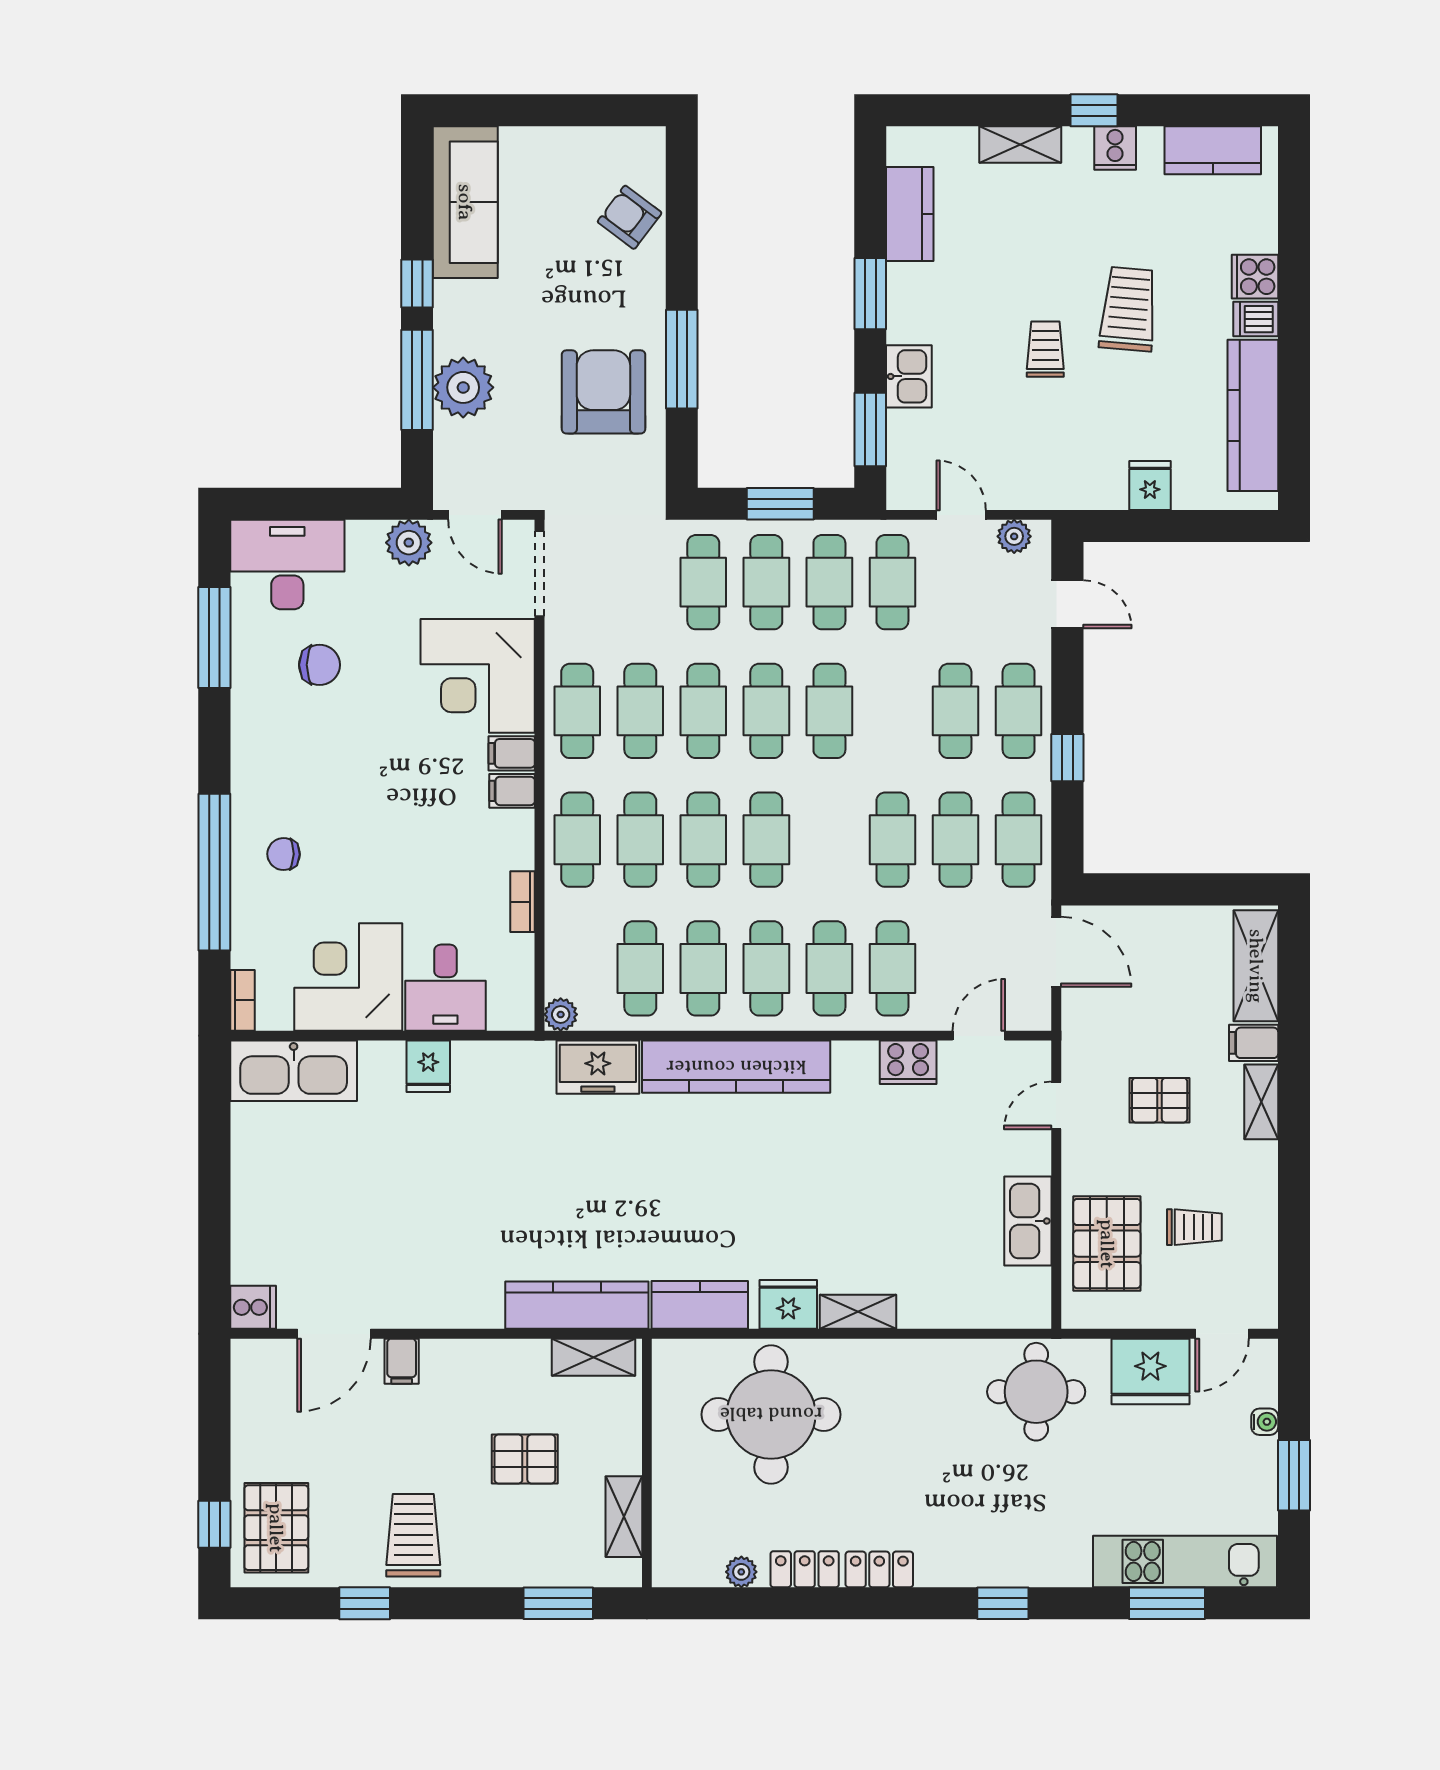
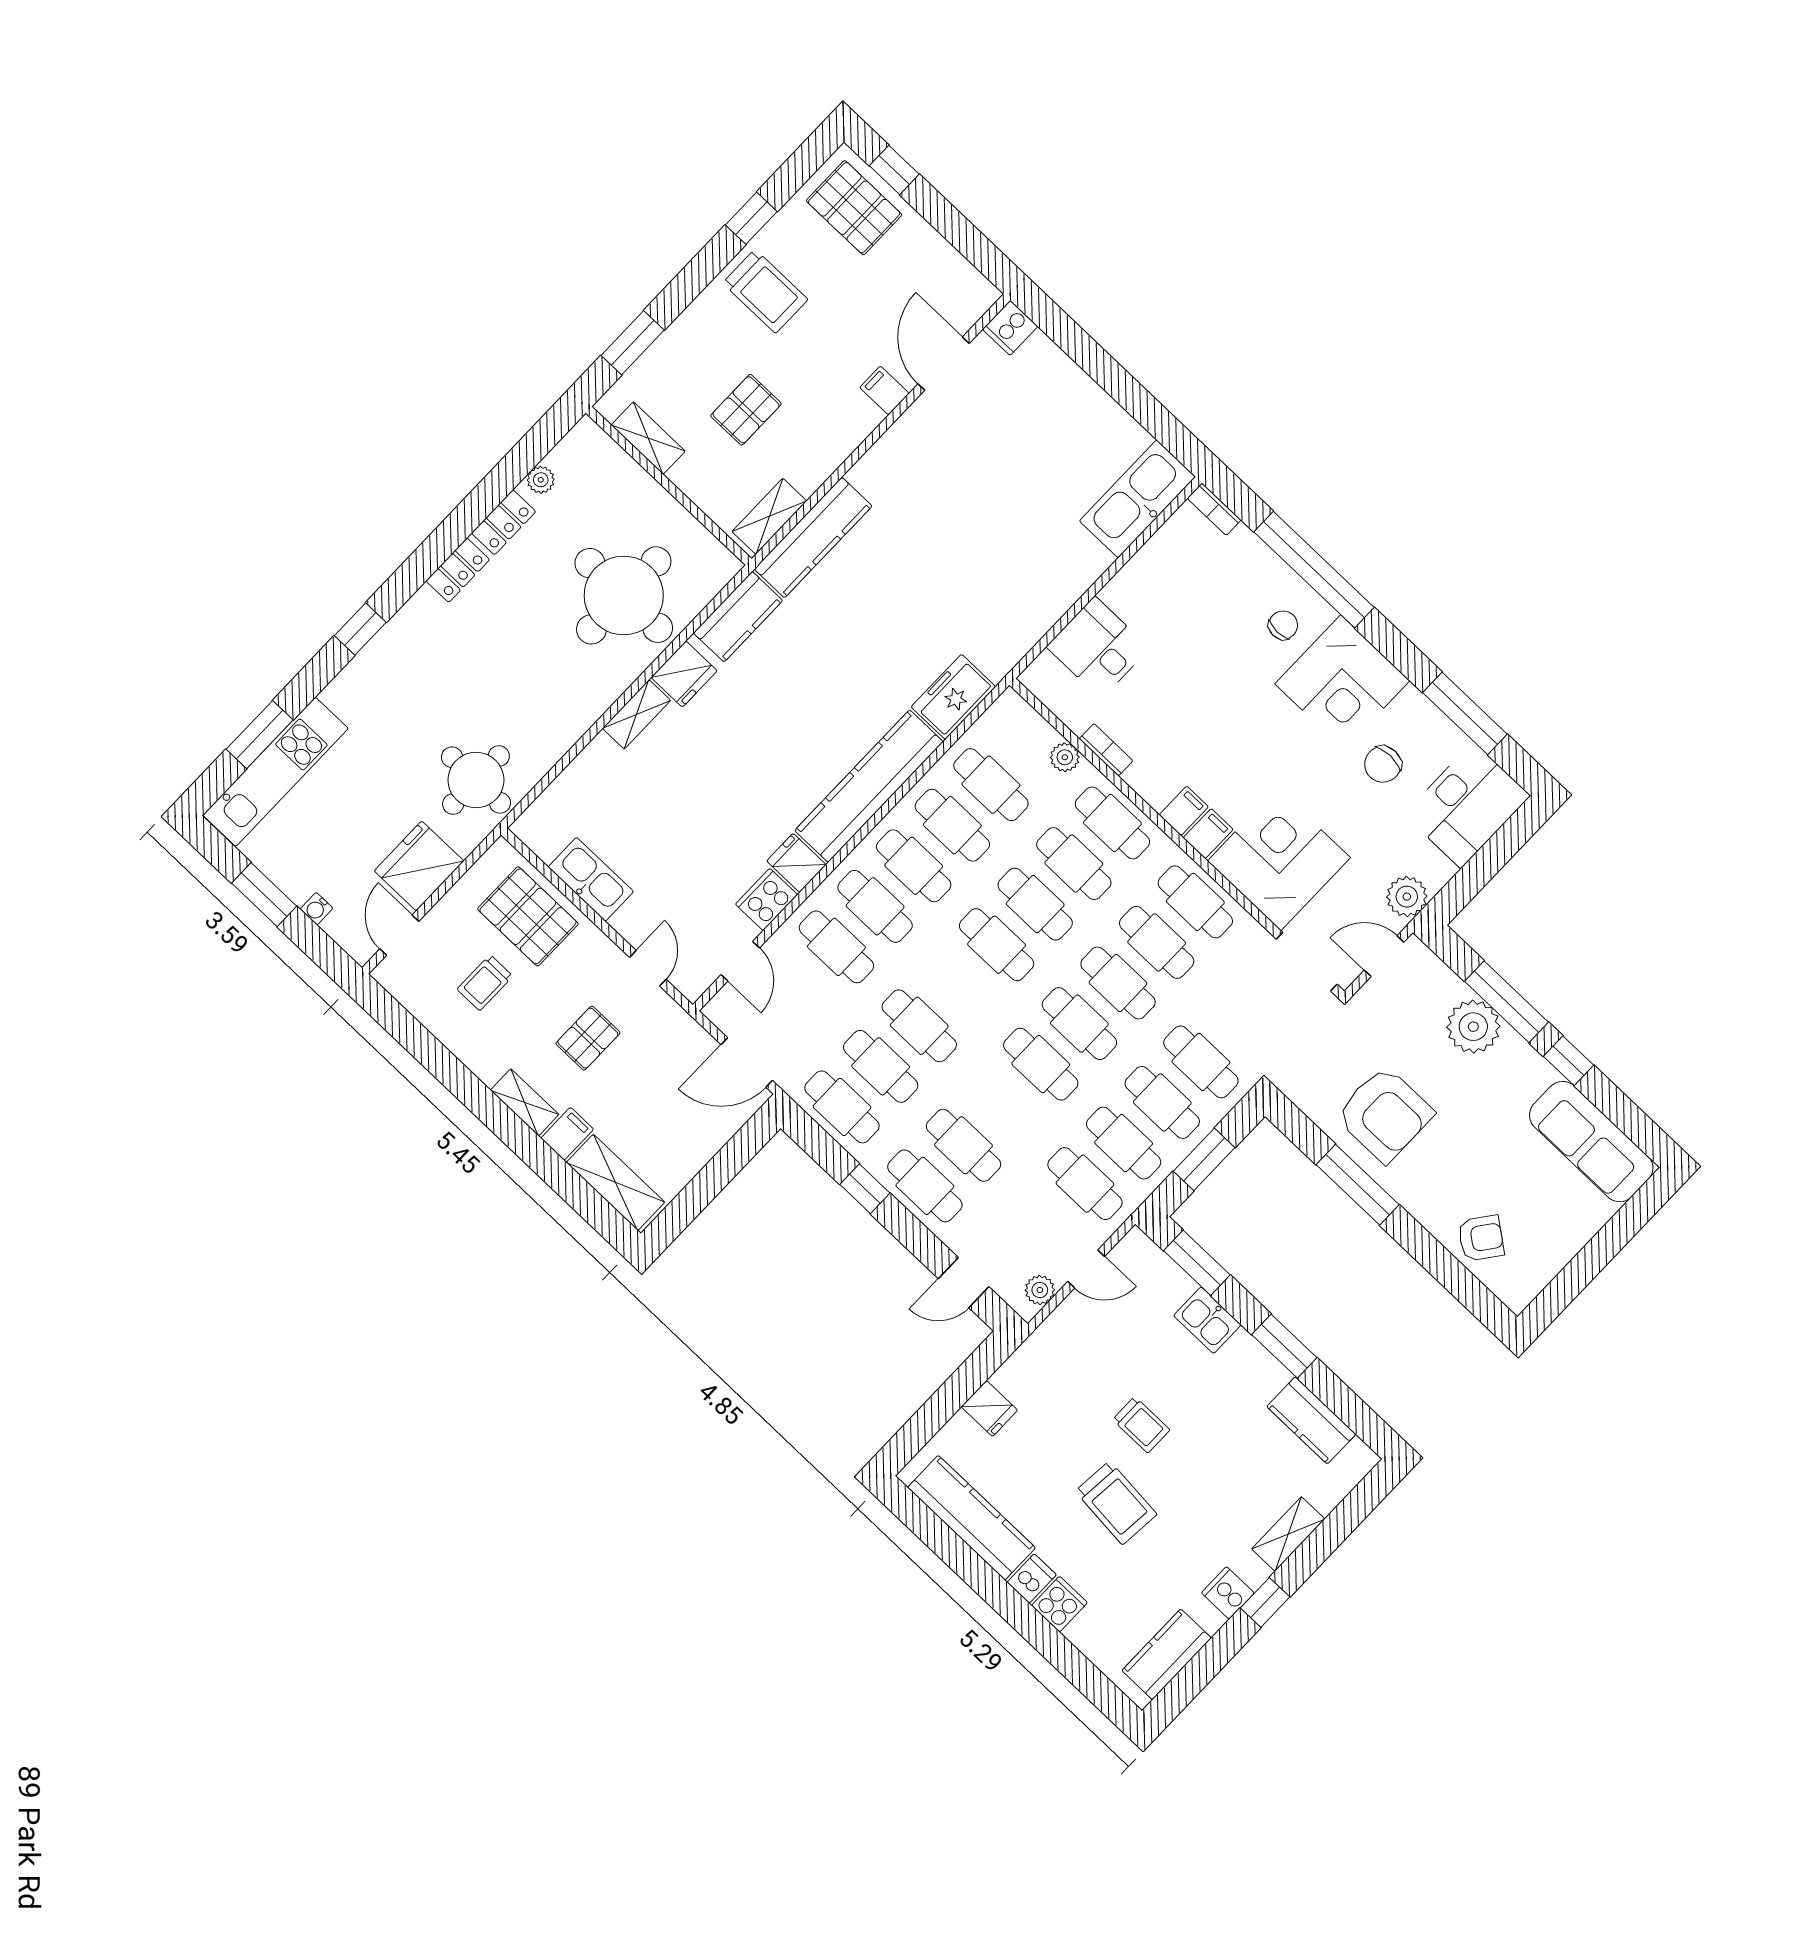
corner desk: (348, 977) -> (1342, 682), moved, turned 90
plant: (561, 1014) -> (1065, 757), moved
fridge: (428, 1066) -> (796, 863), moved

